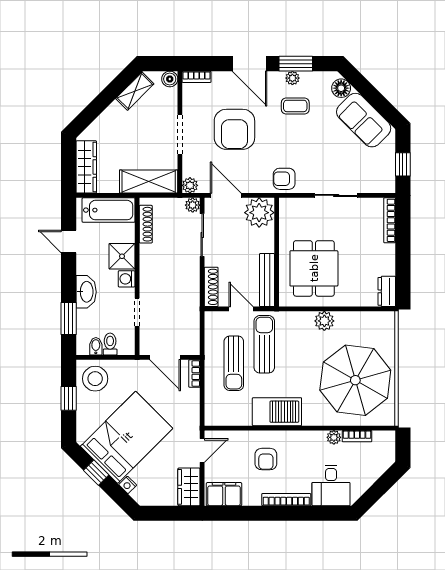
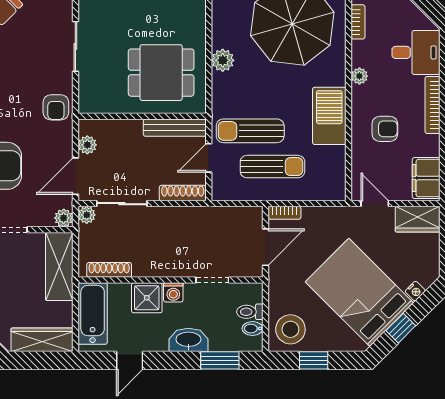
plant: (259, 213) -> (87, 145), width x0.53, depth x0.53
plant: (334, 437) -> (359, 76), moved

